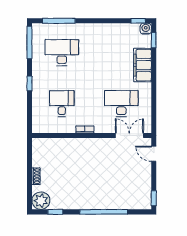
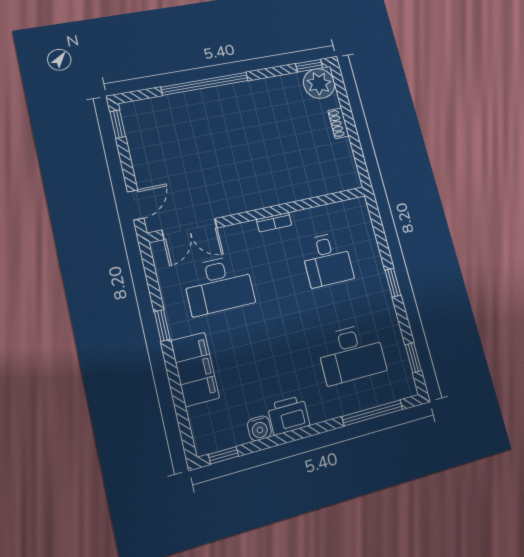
water cooler: (146, 29) -> (259, 428), moved
printer: (102, 31) -> (289, 415), added
window: (154, 40) -> (162, 325), moved
window: (29, 42) -> (413, 358), width x0.46
door: (154, 154) -> (136, 205), hinge flipped
window: (55, 212) -> (309, 66), moved

